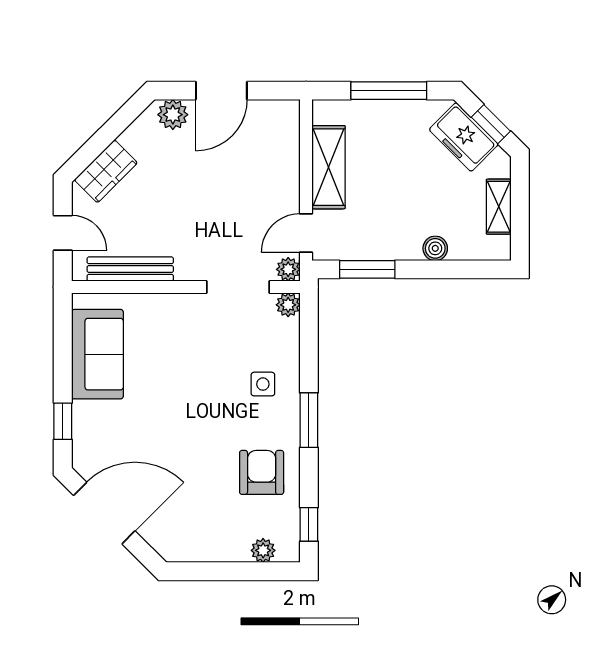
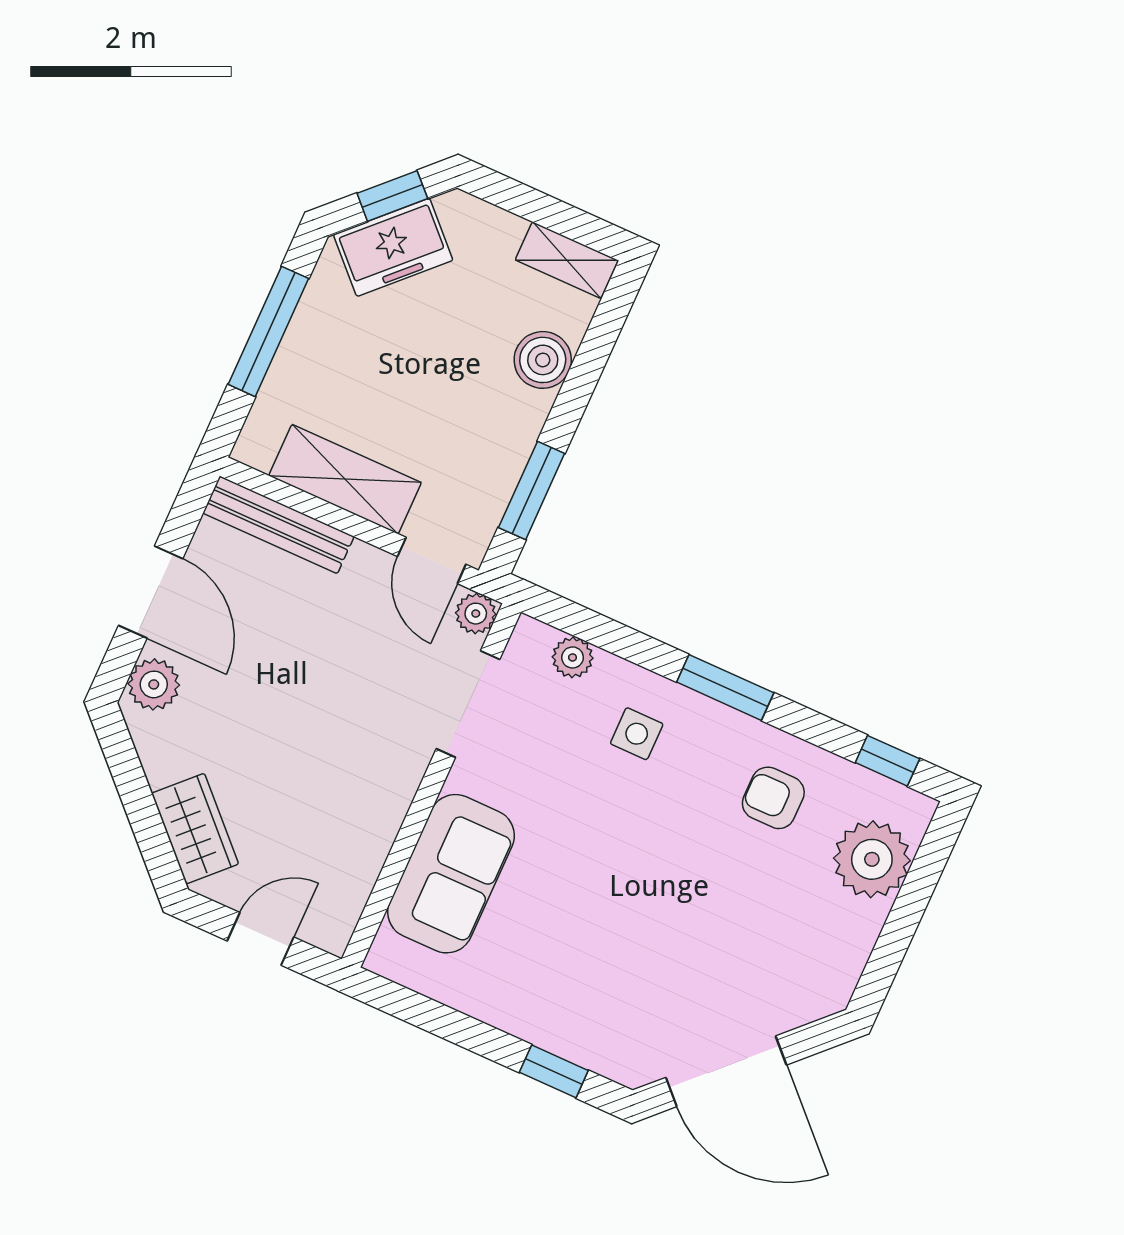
shelving: (499, 207) -> (567, 260), moved
boiler: (435, 248) -> (543, 360), width x1.36, depth x1.36
bench: (130, 269) -> (278, 525), moved, turned 90
plant: (288, 305) -> (573, 657), moved
sofa: (97, 354) -> (451, 874), moved, turned 90
armchair: (262, 472) -> (773, 798), width x0.72, depth x0.72
door: (104, 513) -> (726, 1071), swing flipped
plant: (263, 550) -> (872, 859), width x1.87, depth x1.87

